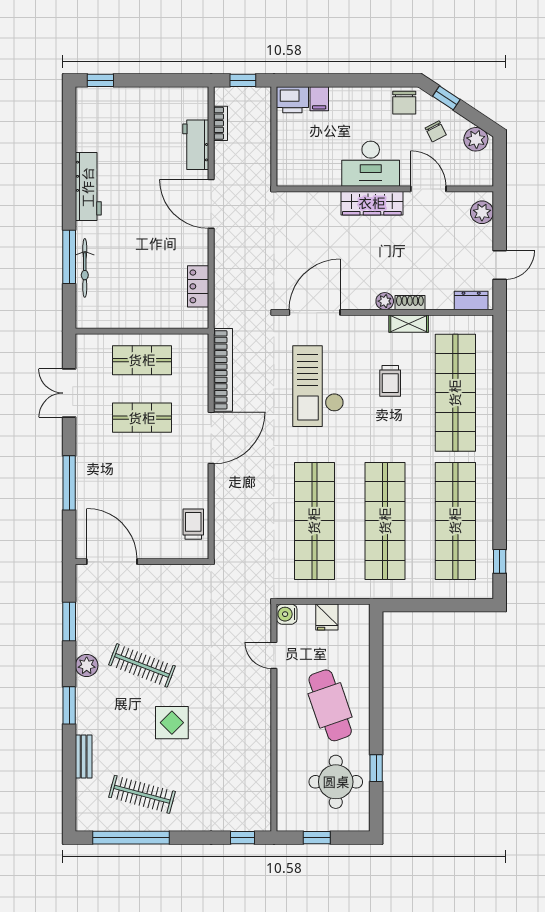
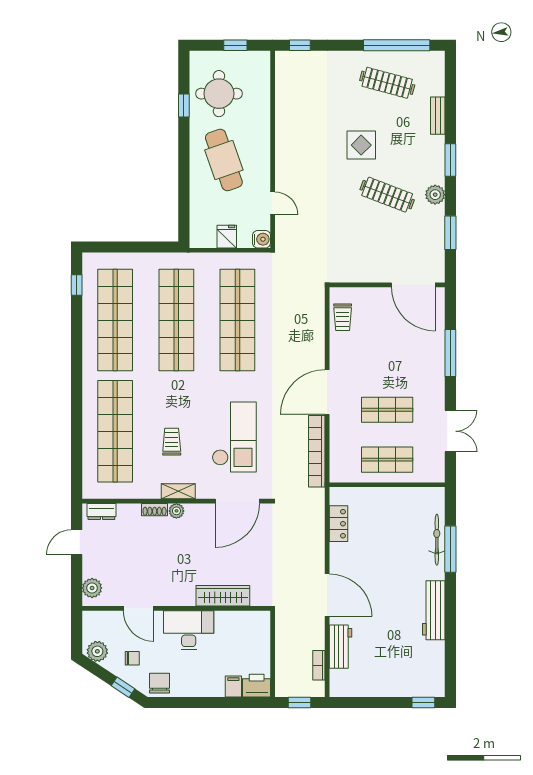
chair: (436, 131) -> (132, 658), turned 117
wardrobe: (372, 203) -> (223, 596), moved
shelving: (409, 324) -> (178, 491), moved

